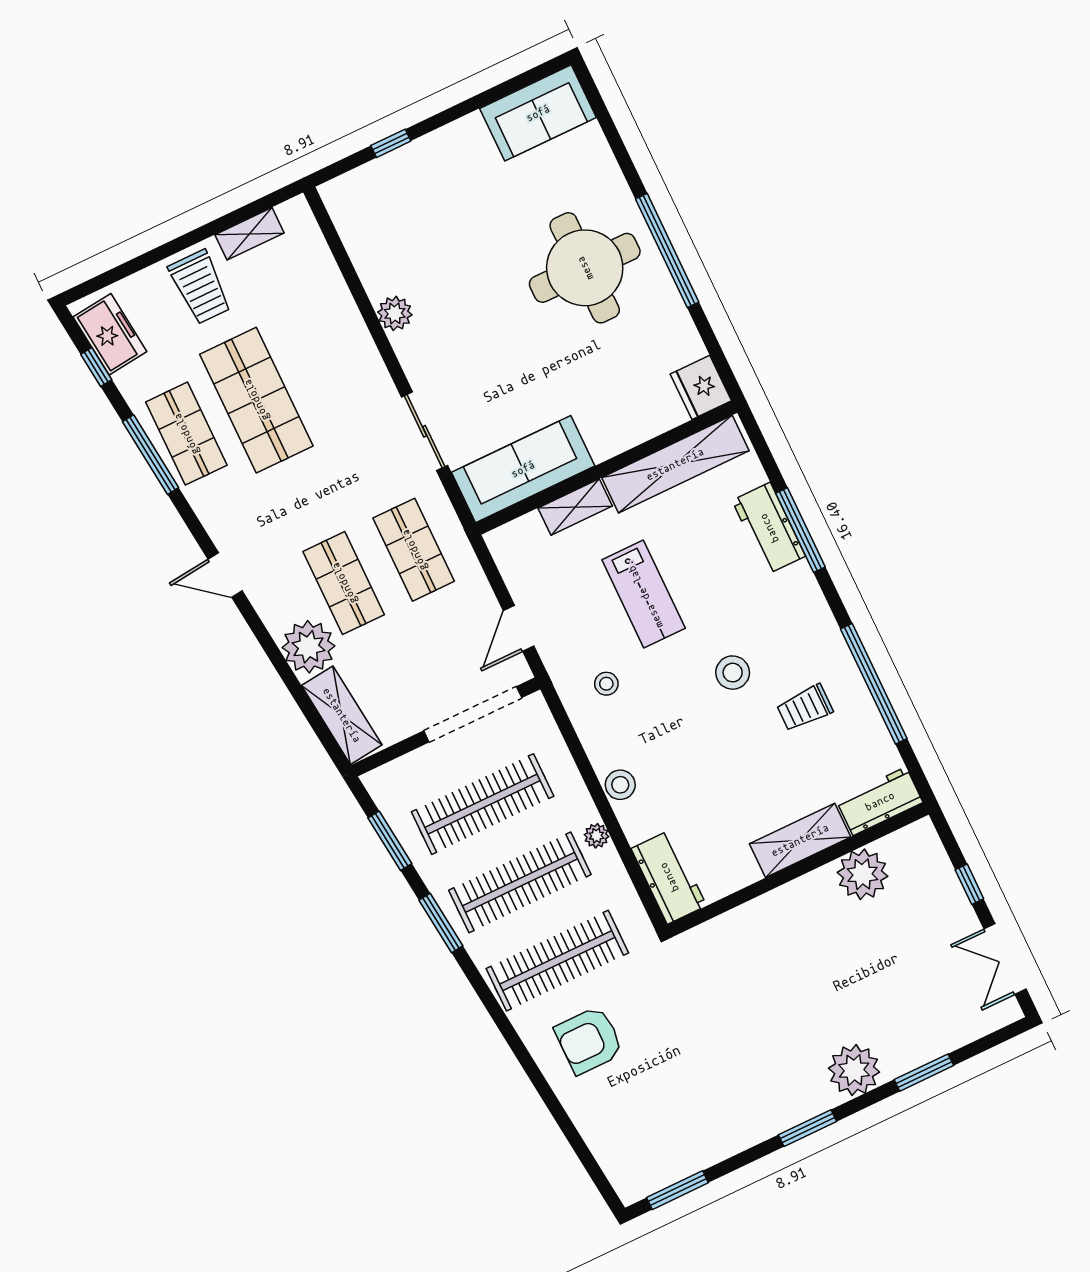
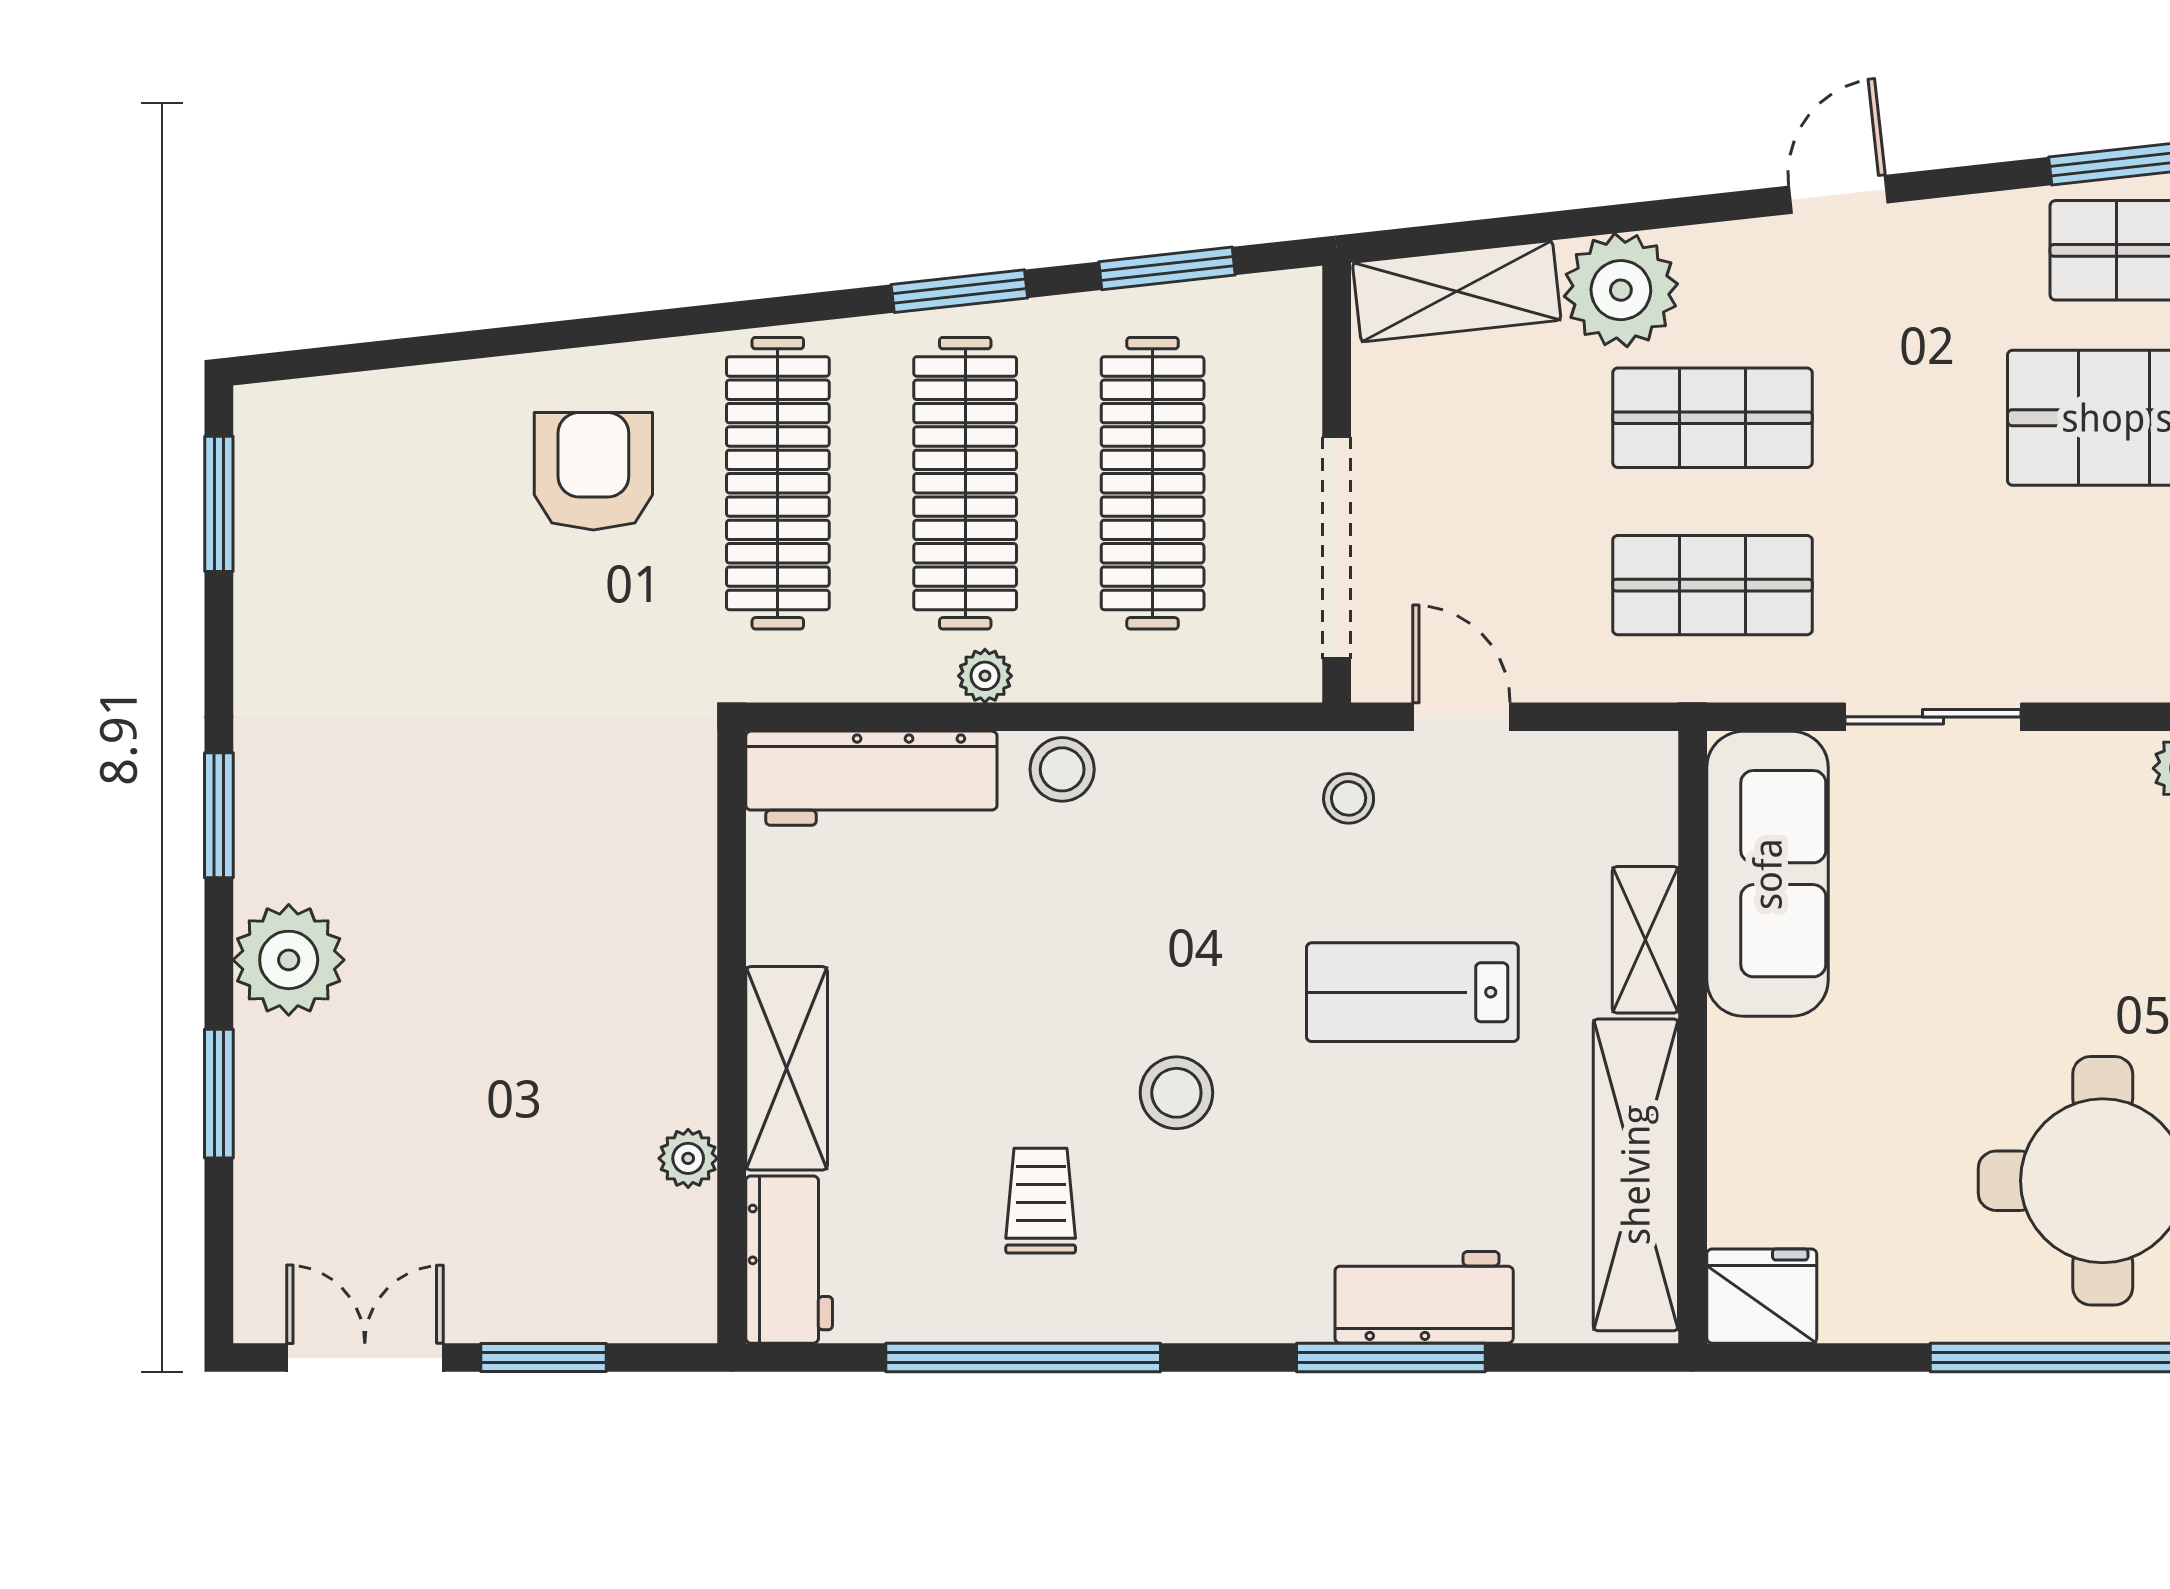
stool: (606, 684) -> (1349, 798), moved
plant: (862, 874) -> (688, 1158), width x0.53, depth x0.53
workbench: (669, 877) -> (871, 778), width x1.38
window: (969, 884) -> (544, 1358), width x1.50

